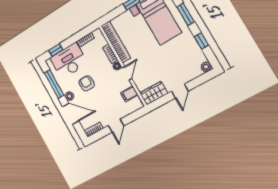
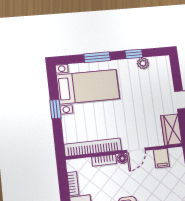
plant: (206, 67) -> (143, 63), moved
door: (127, 73) -> (136, 150), swing flipped

